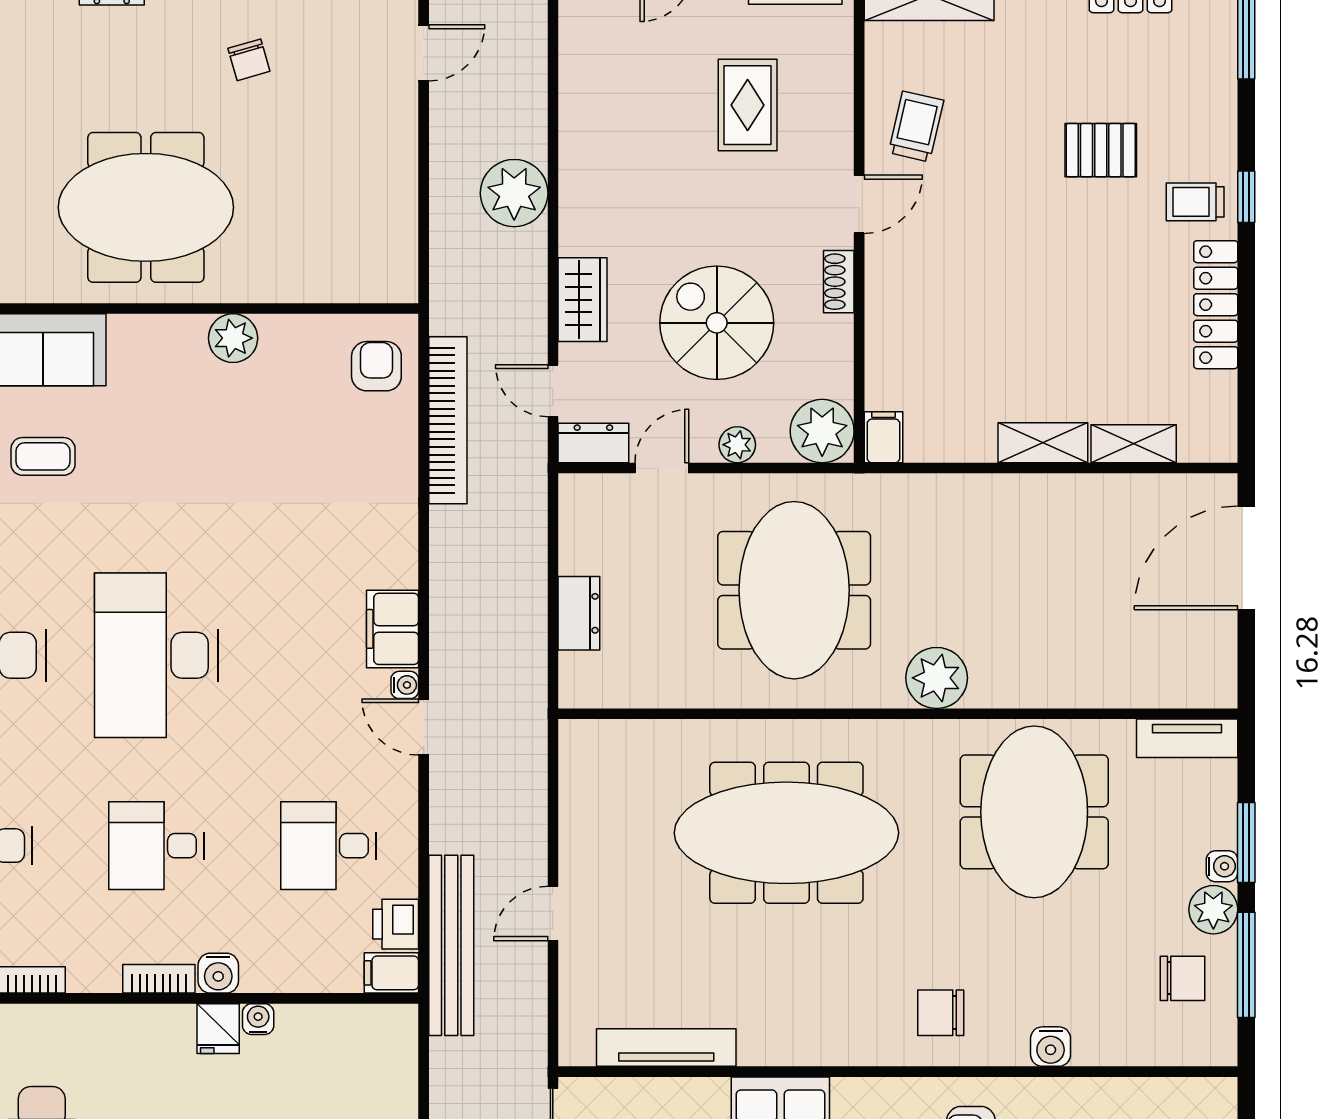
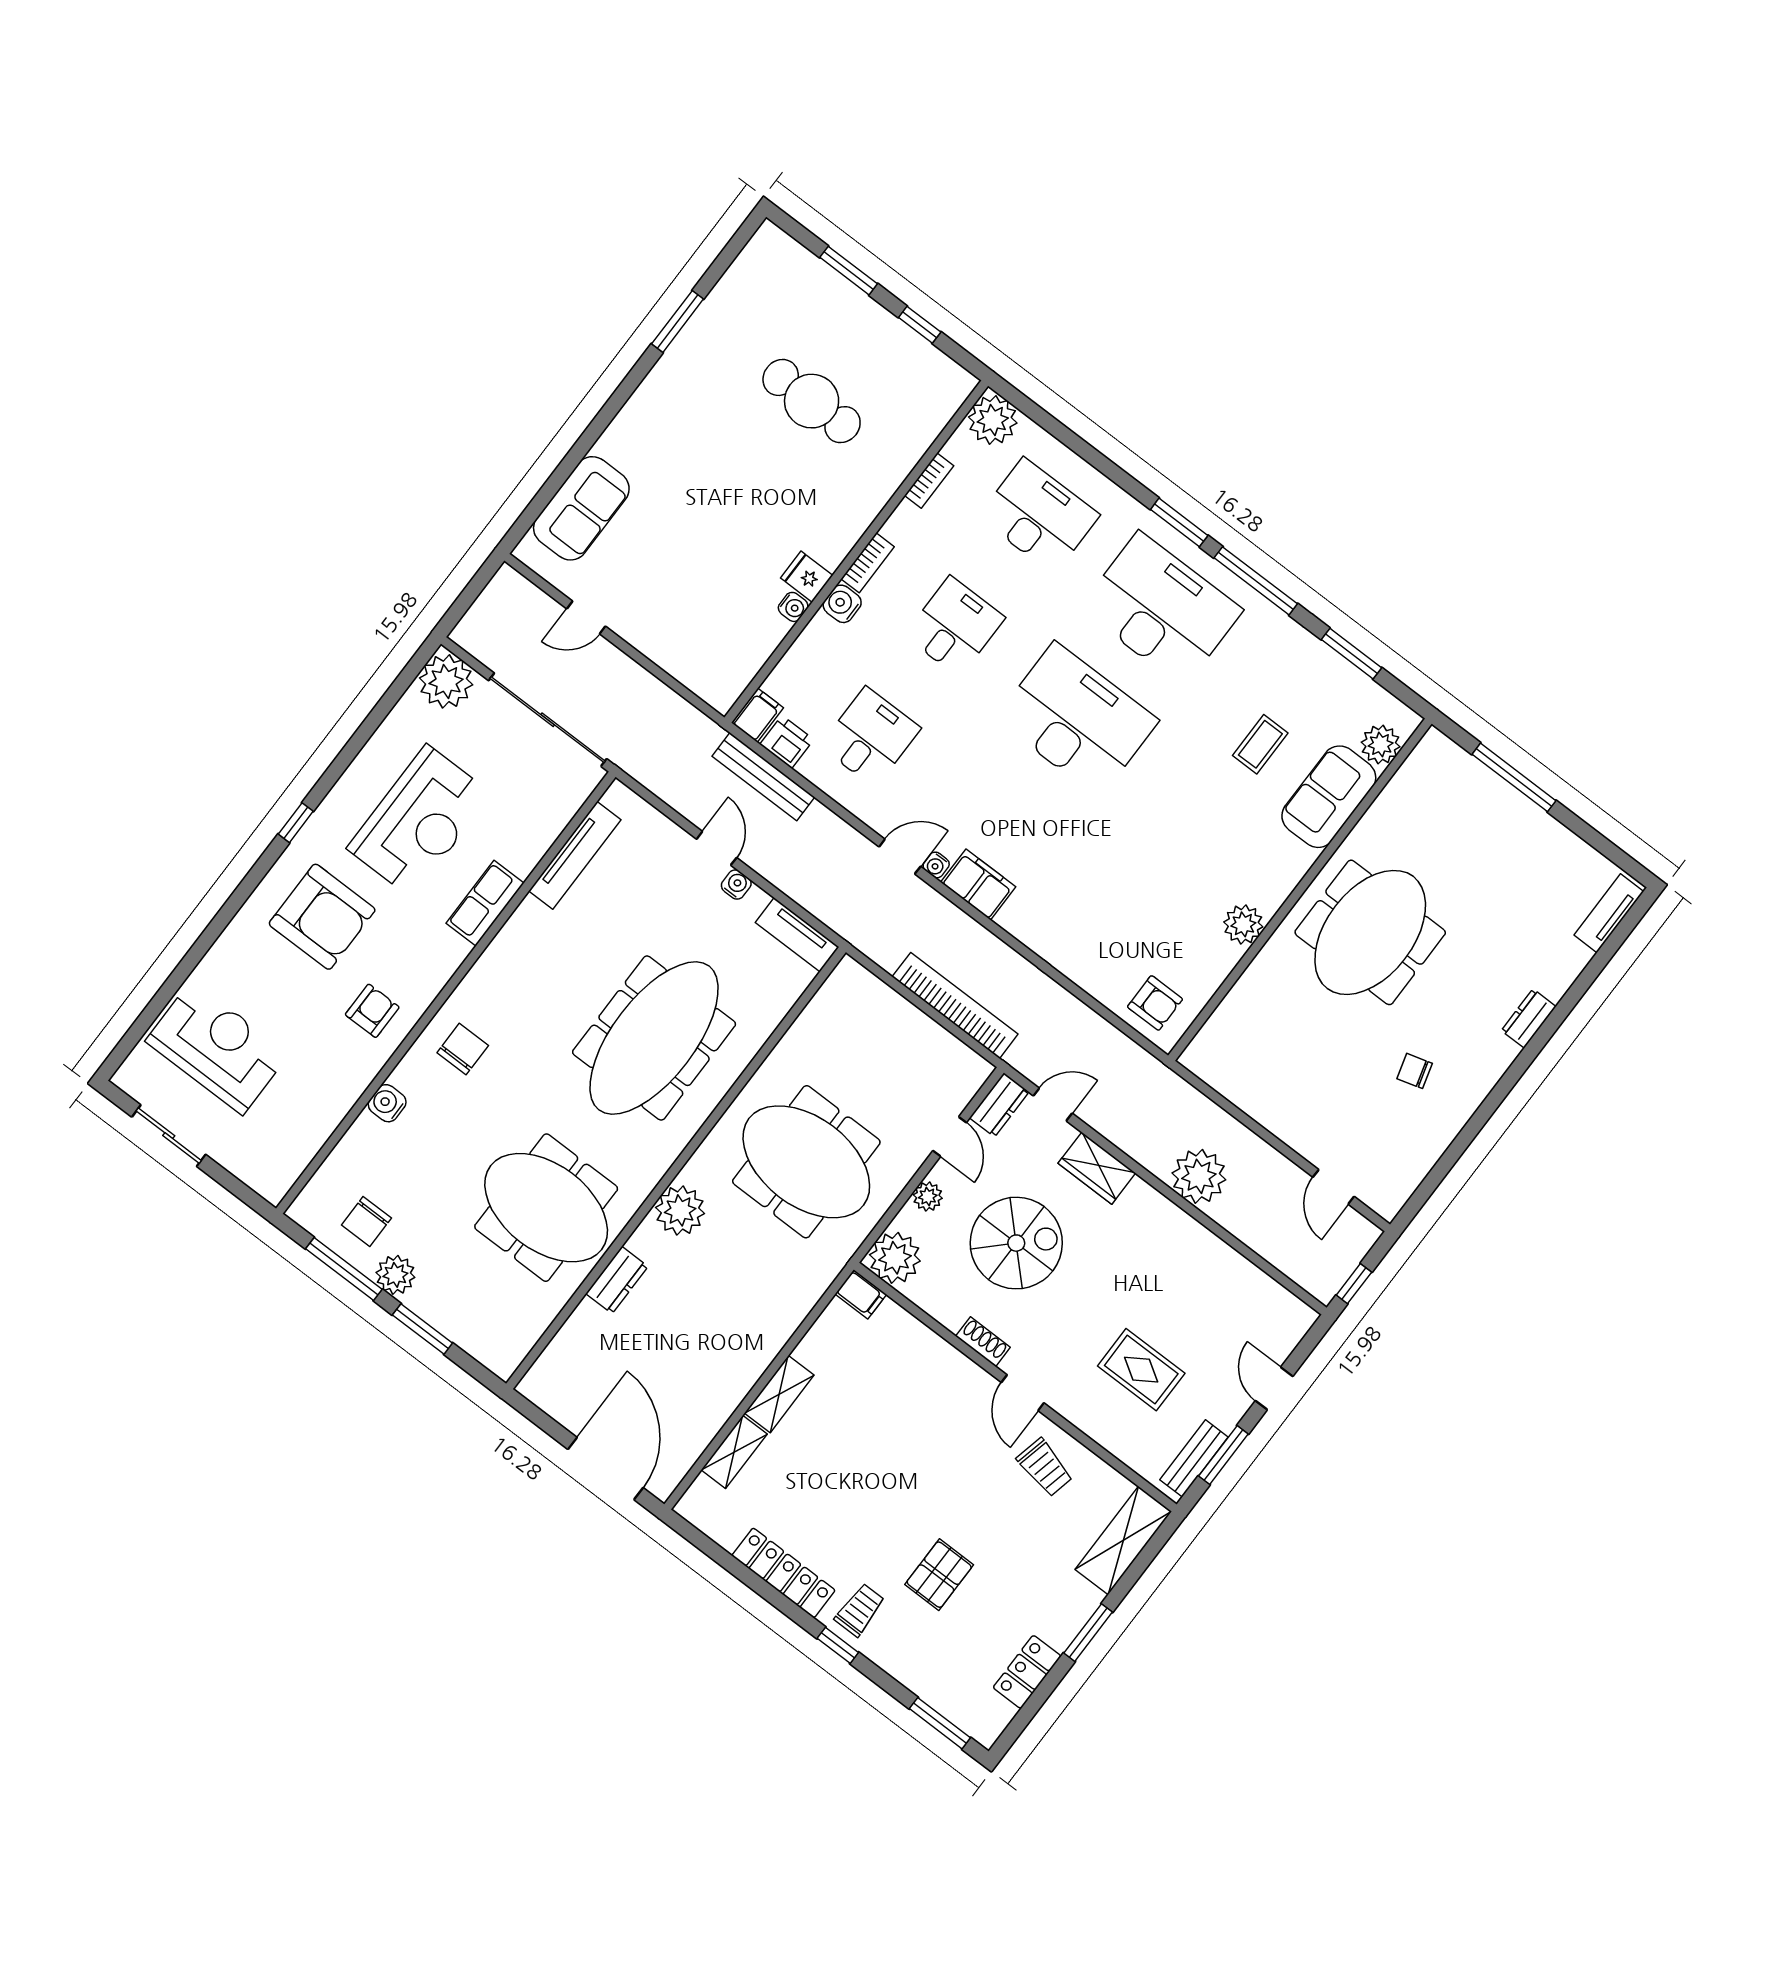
bookcase: (448, 420) -> (955, 1005), moved, turned 180
dresser: (579, 613) -> (617, 1280), moved, turned -90
tv unit: (1187, 738) -> (797, 935), moved, turned -90
water cooler: (1222, 866) -> (736, 885), moved, turned 180
bench: (451, 945) -> (763, 777), width x0.73, depth x0.82

